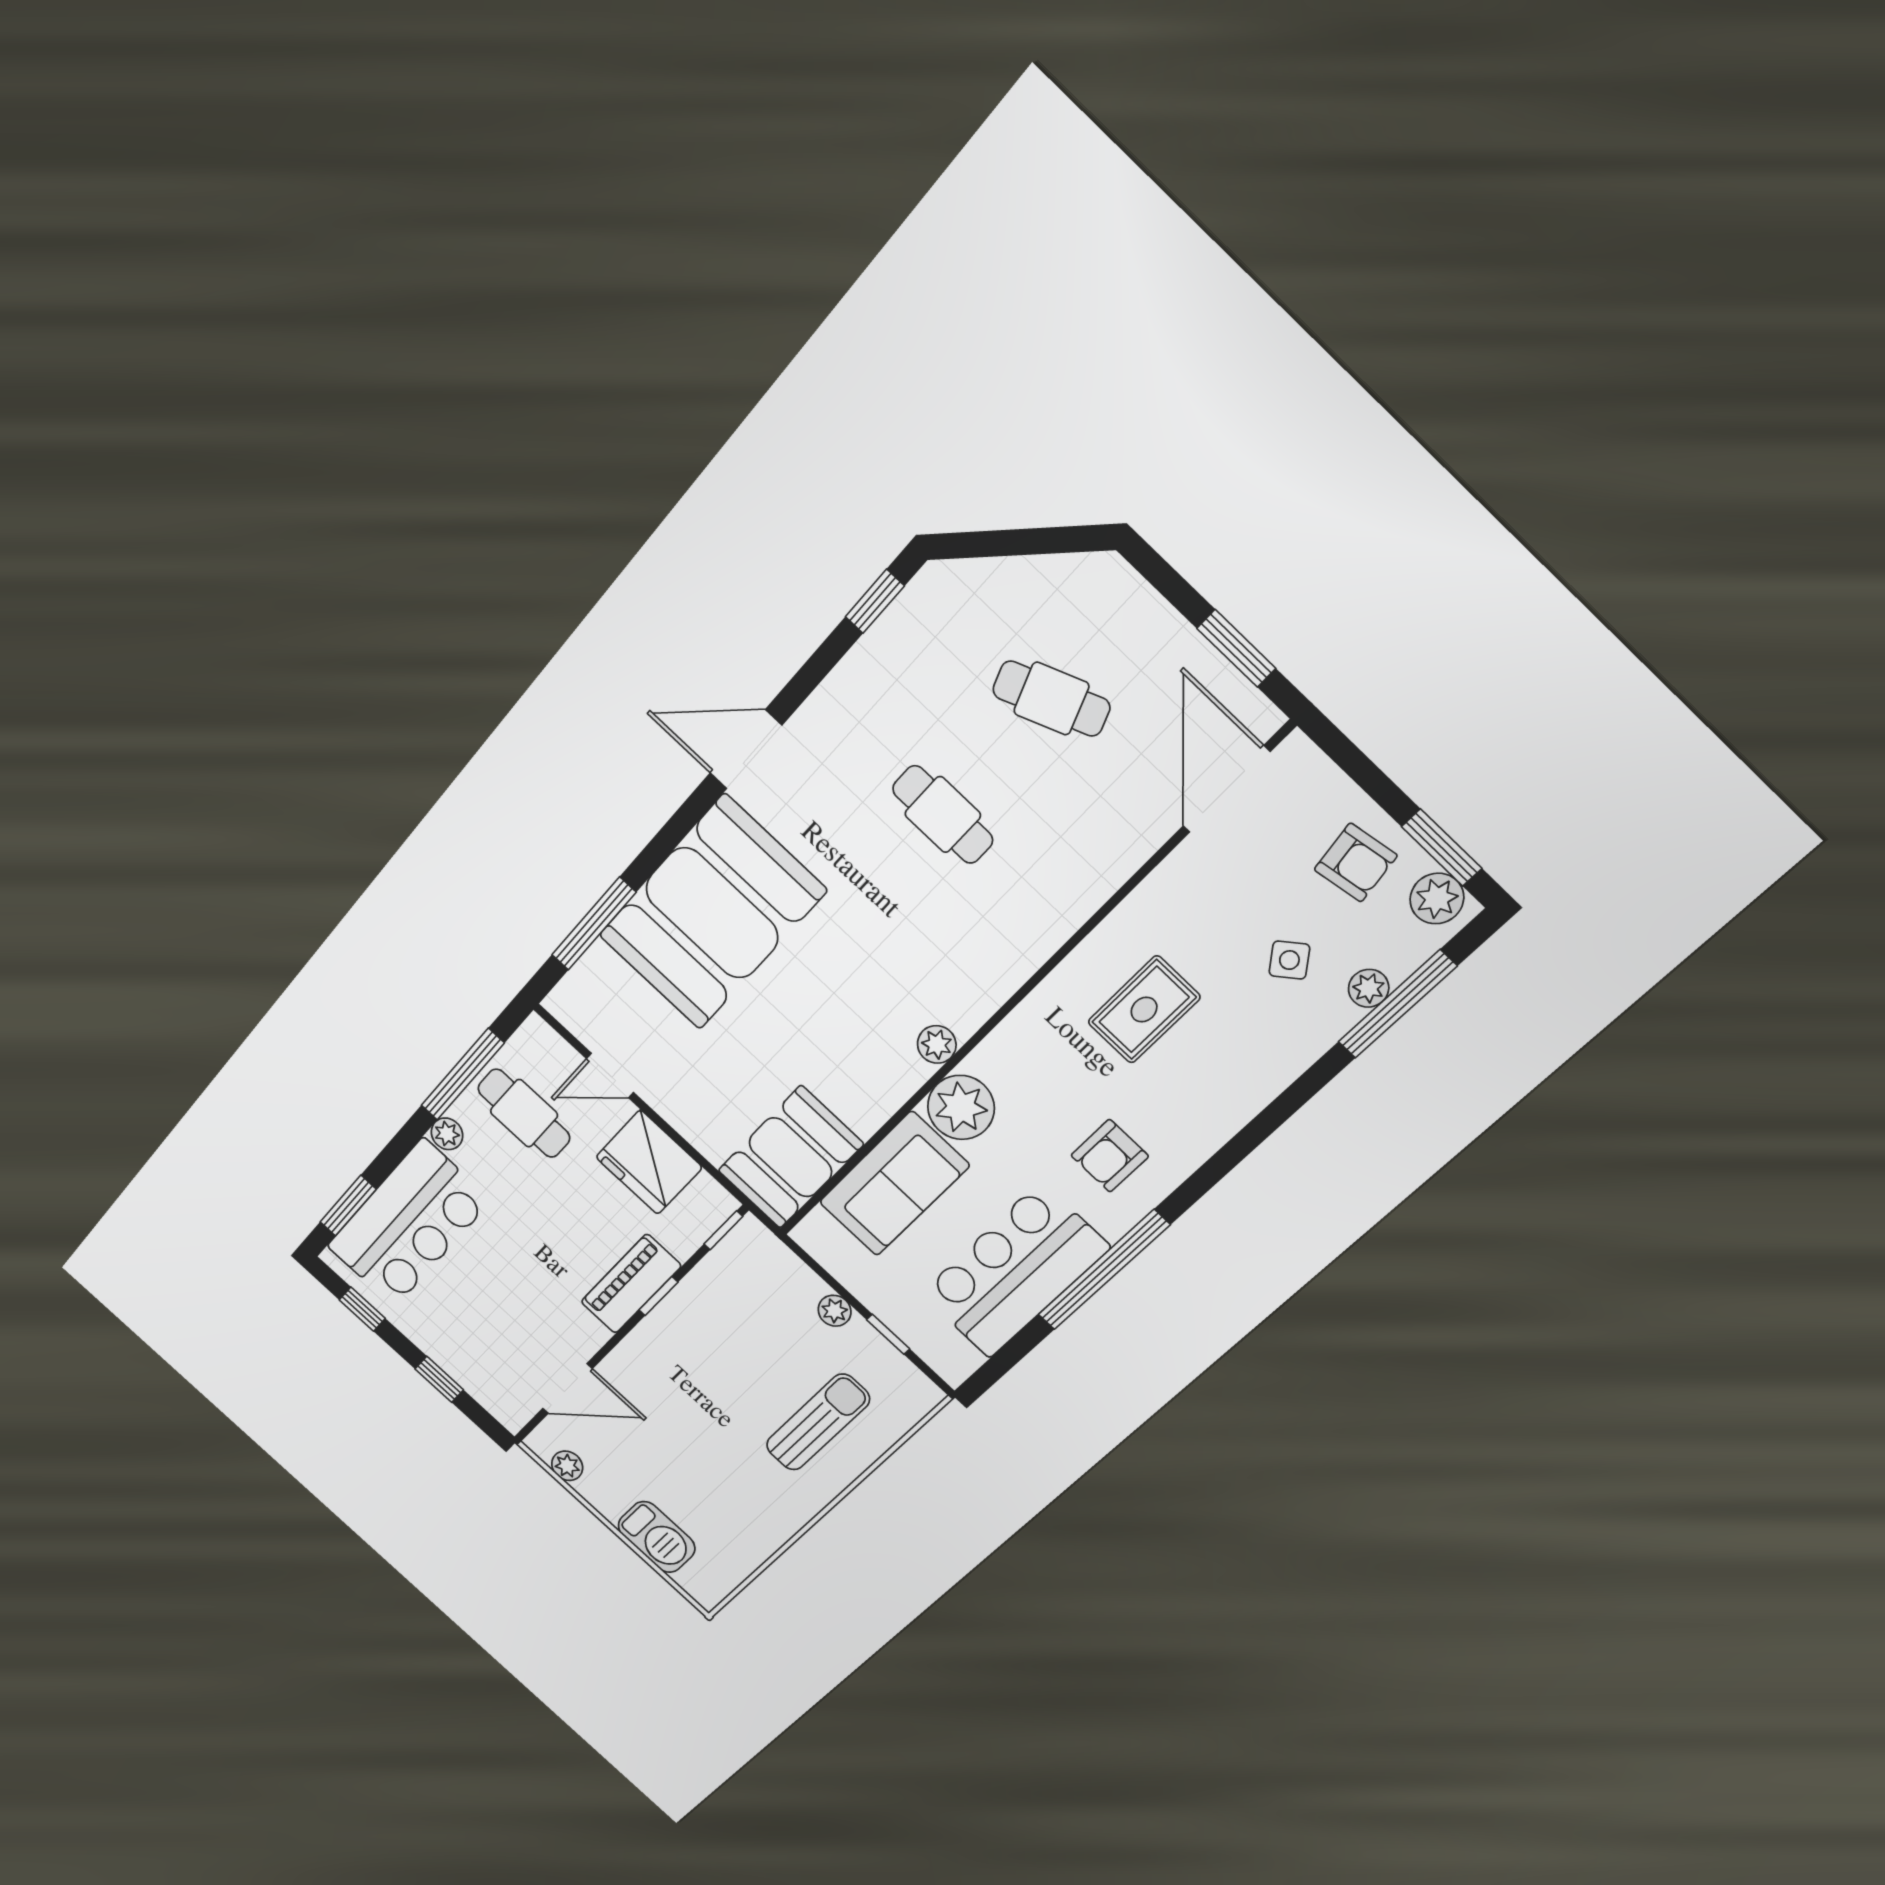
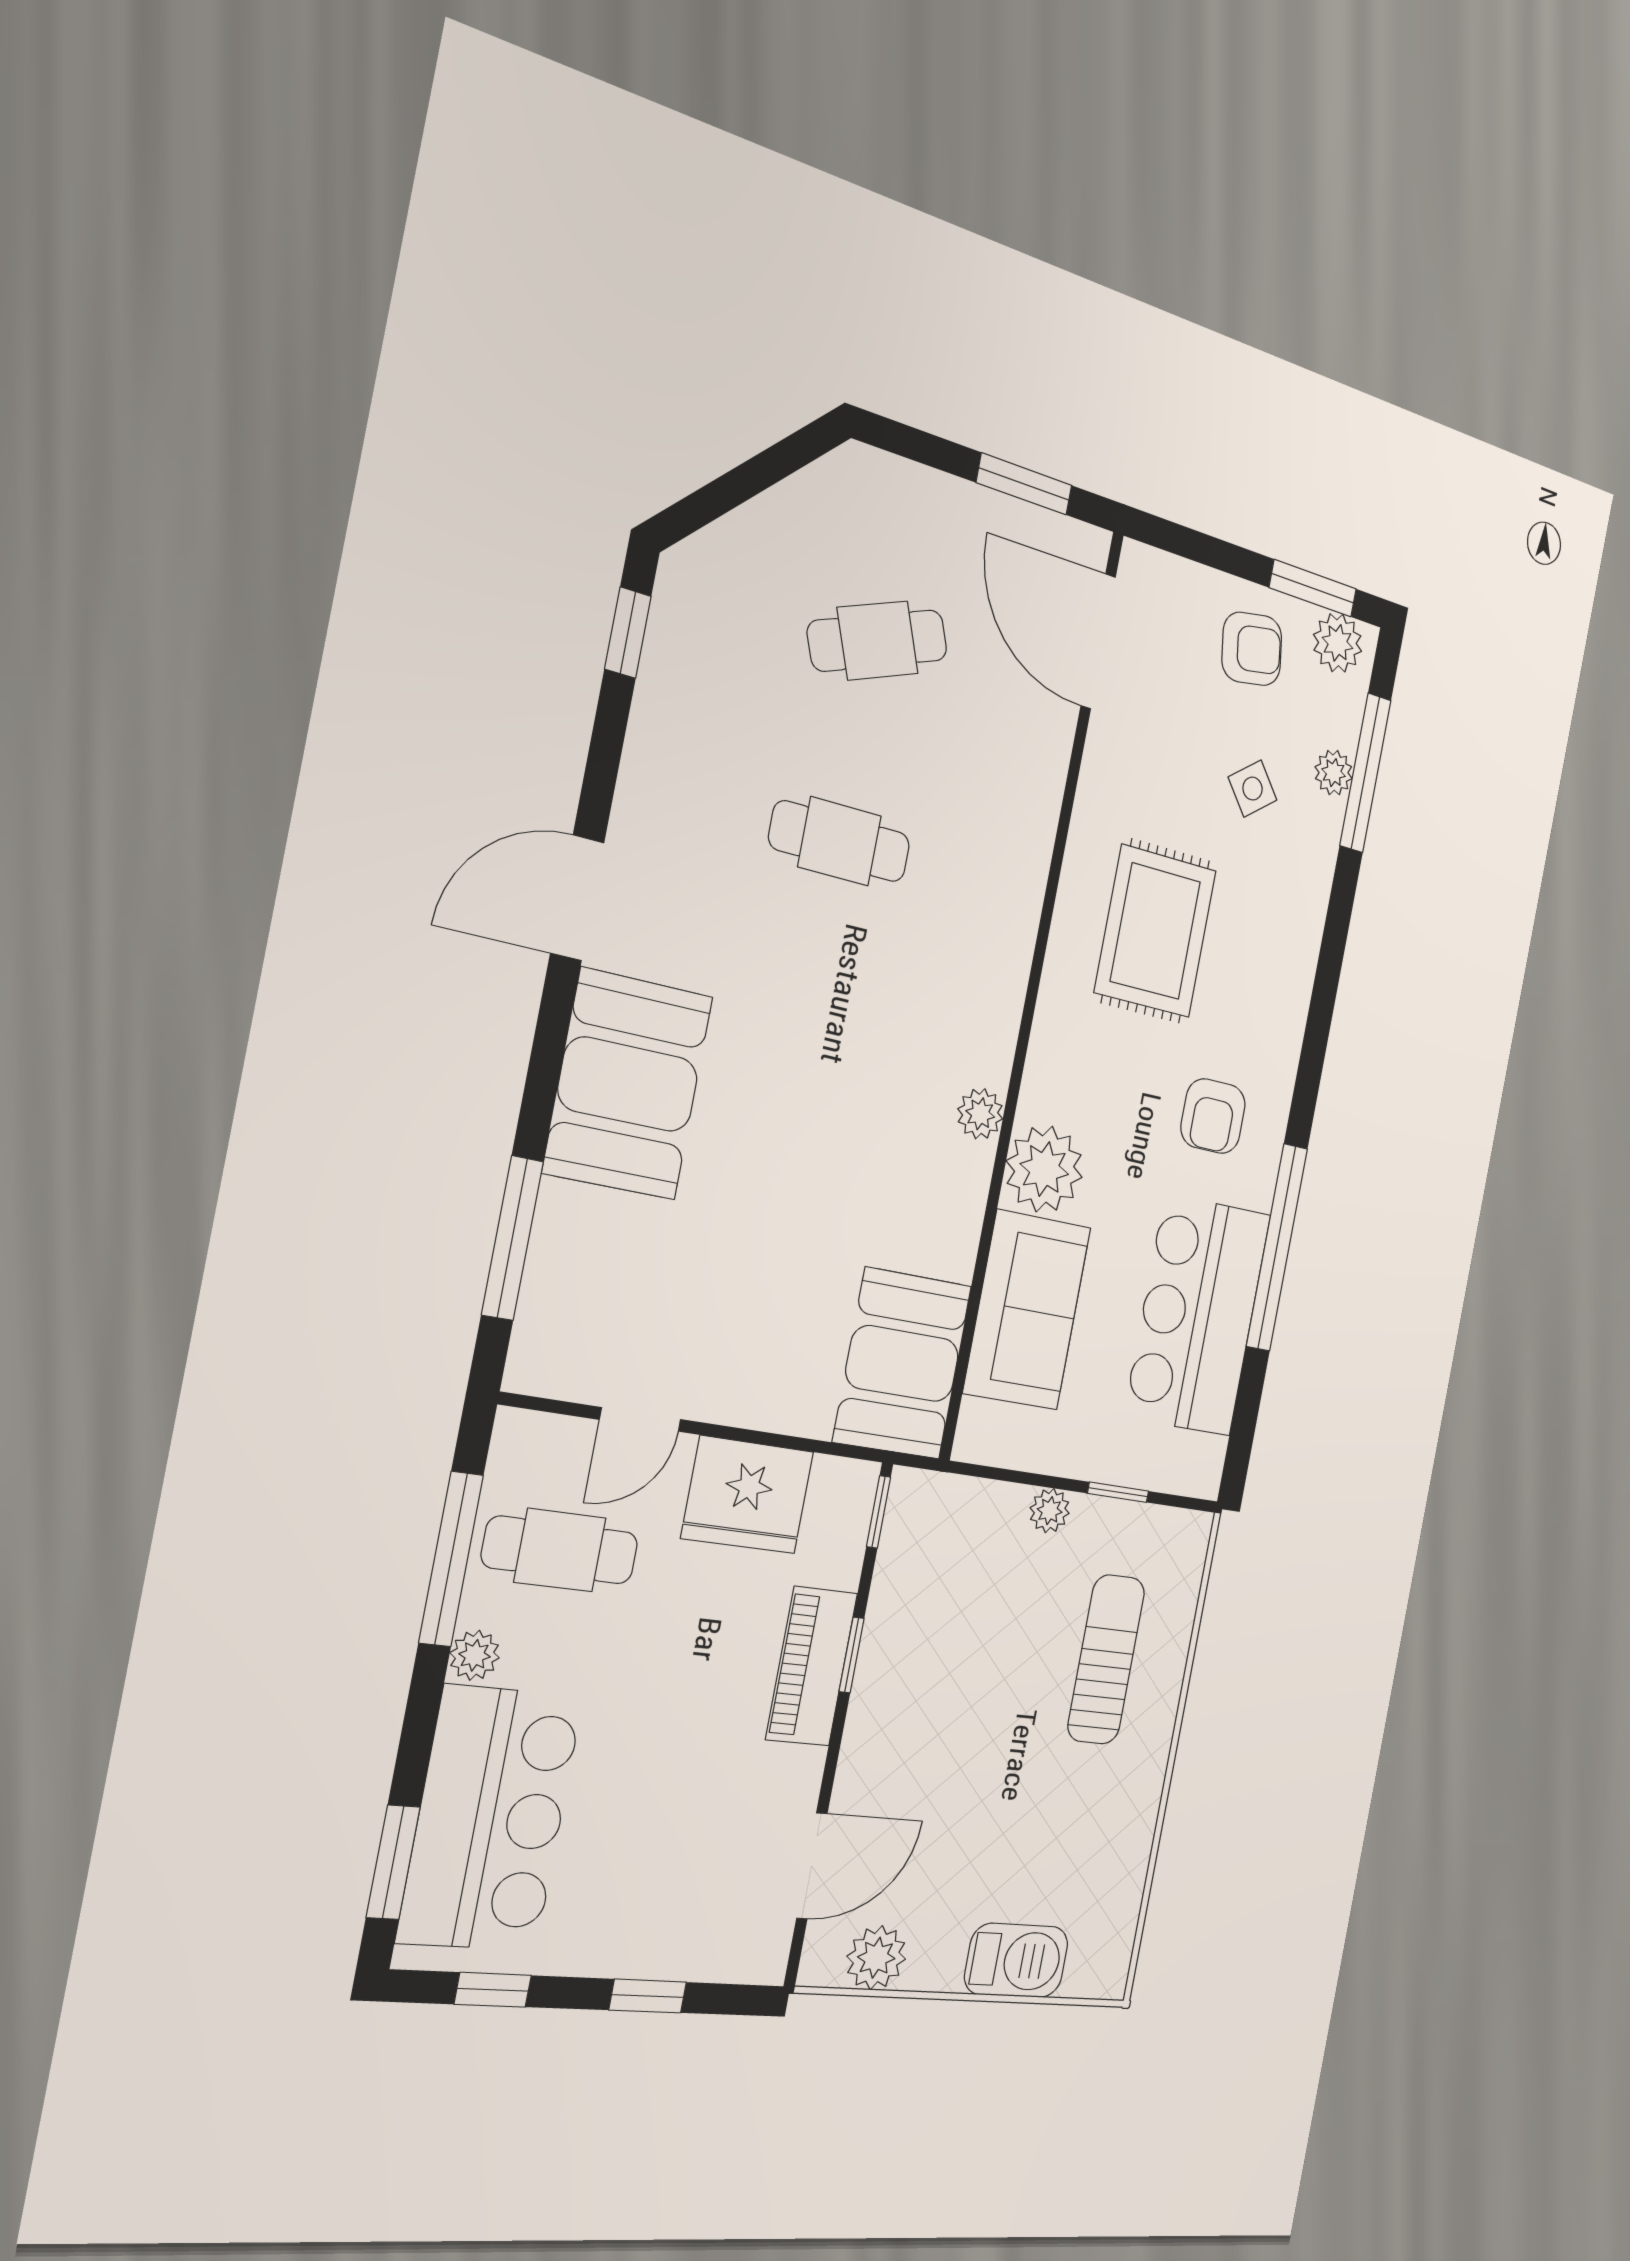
booth: (712, 913) -> (628, 1084), width x0.73, depth x0.70
rug: (1144, 1010) -> (1155, 931), width x1.36, depth x1.43
plant: (567, 1466) -> (876, 1958), width x1.38, depth x1.38

